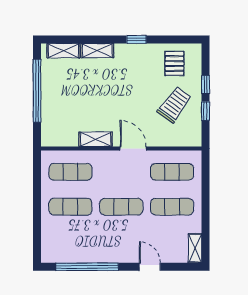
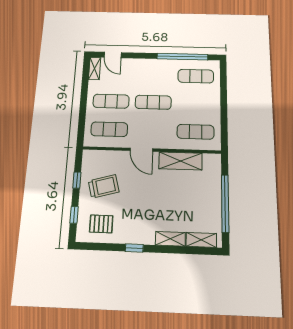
pallet: (174, 64) -> (101, 224), turned 90
window: (206, 85) -> (74, 215), moved
trolley: (174, 105) -> (104, 186), turned -141
shelving: (96, 139) -> (181, 161), width x1.50, depth x1.33
exercise mat: (70, 207) -> (196, 76), moved
door: (150, 267) -> (113, 55), moved

